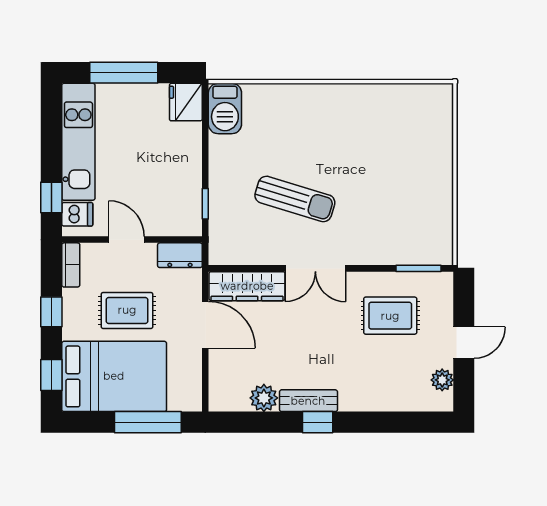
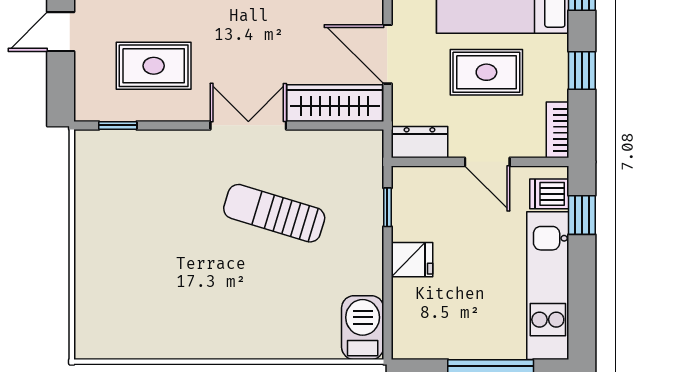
fridge: (186, 102) -> (412, 260), moved, width x0.72
window: (419, 268) -> (118, 125), width x0.67

